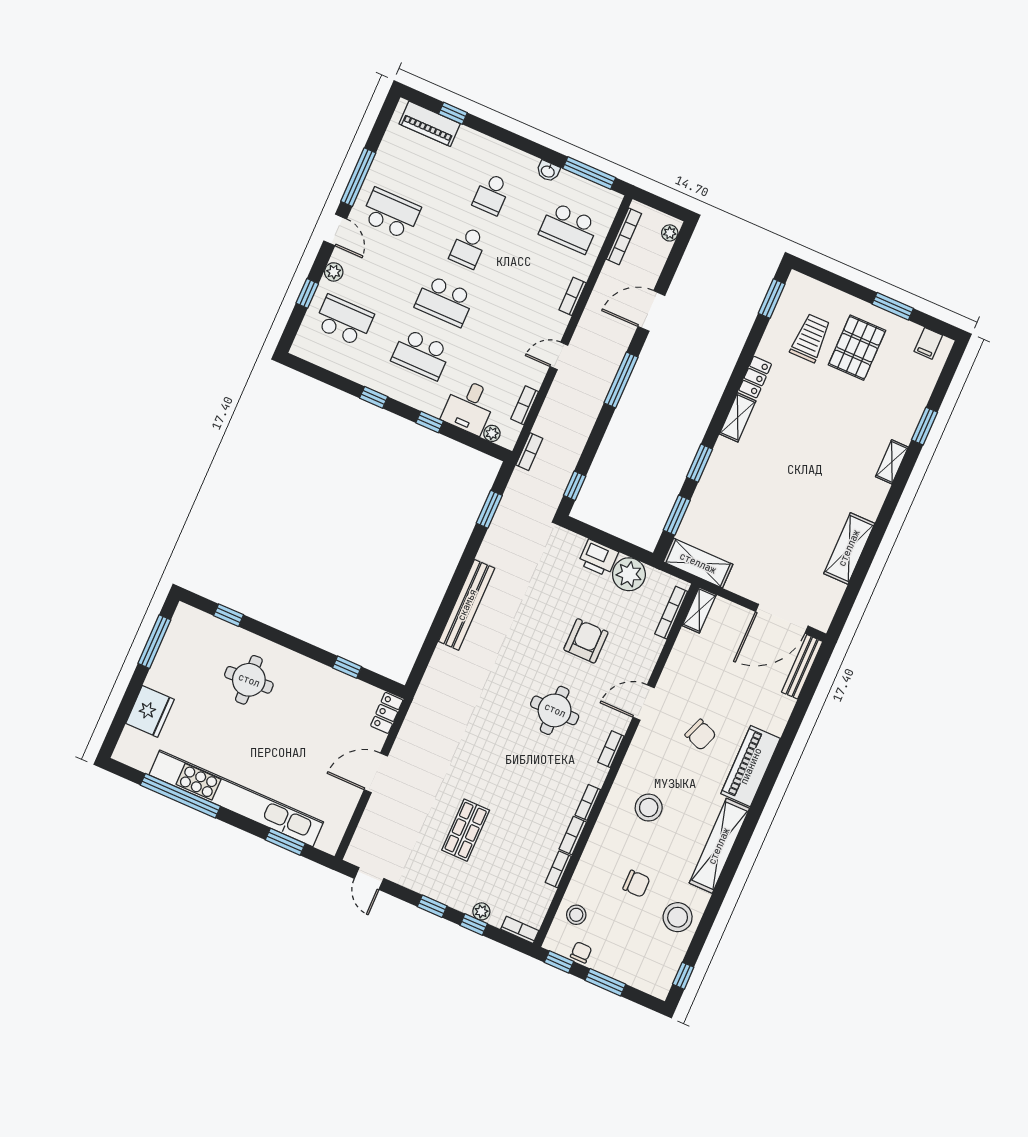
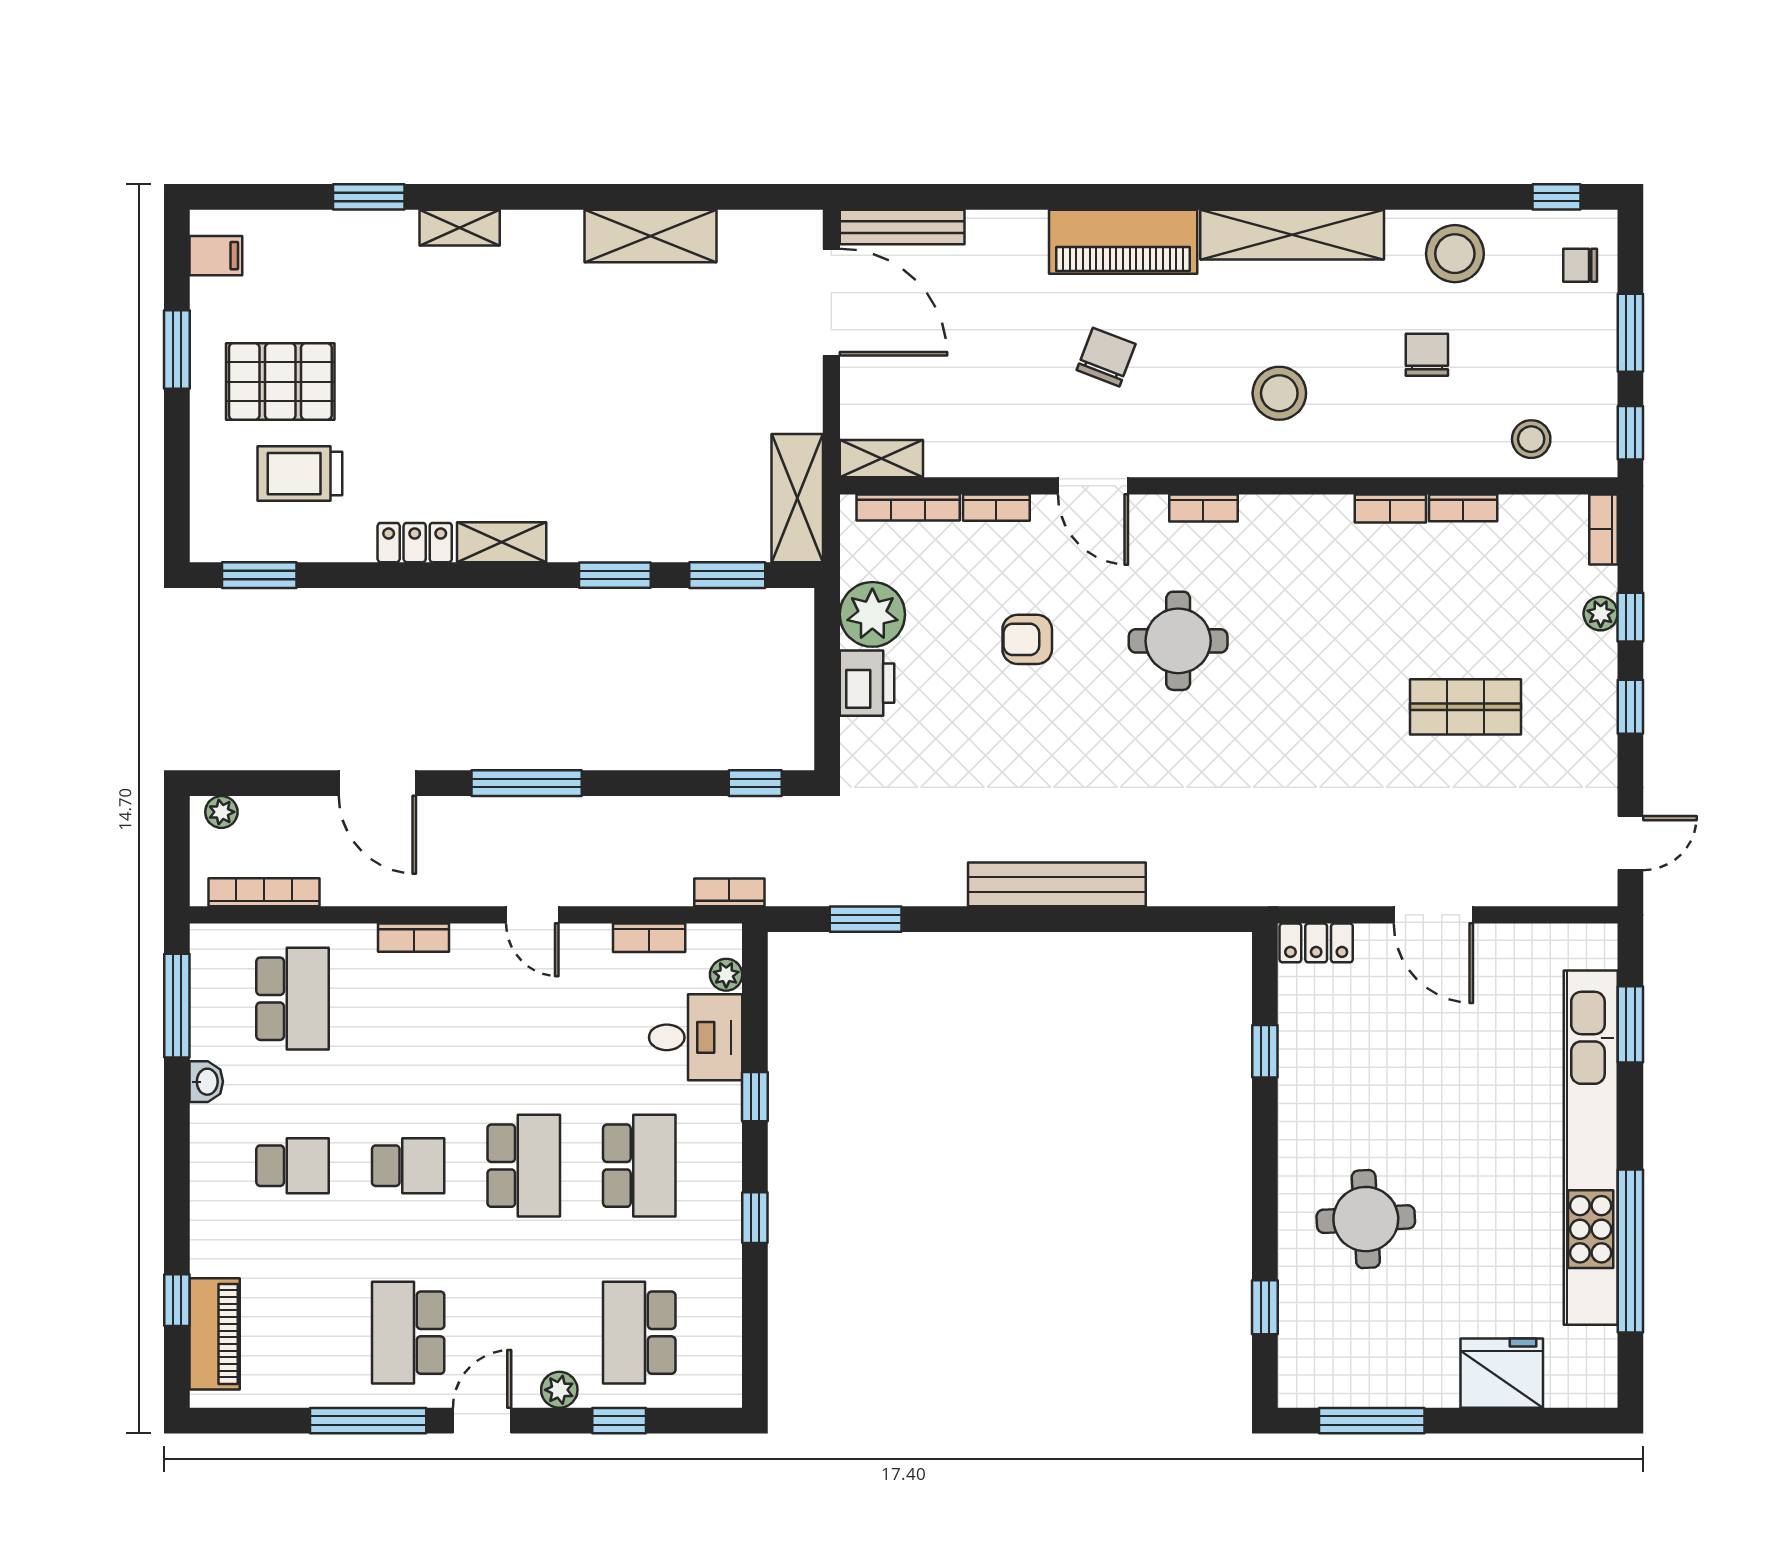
armchair: (586, 641) -> (1027, 639), width x0.72, depth x0.72
bookcase: (588, 802) -> (996, 508), moved
chair: (581, 952) -> (1580, 265), moved

